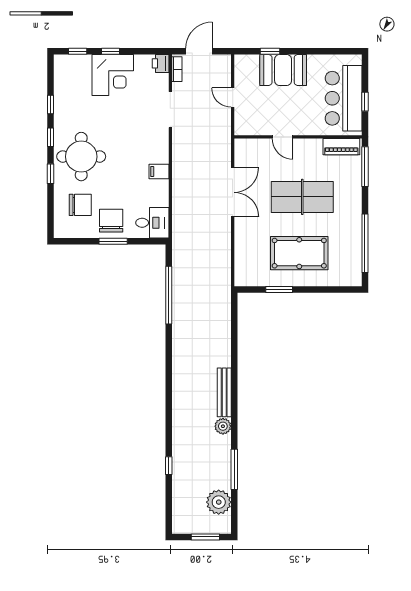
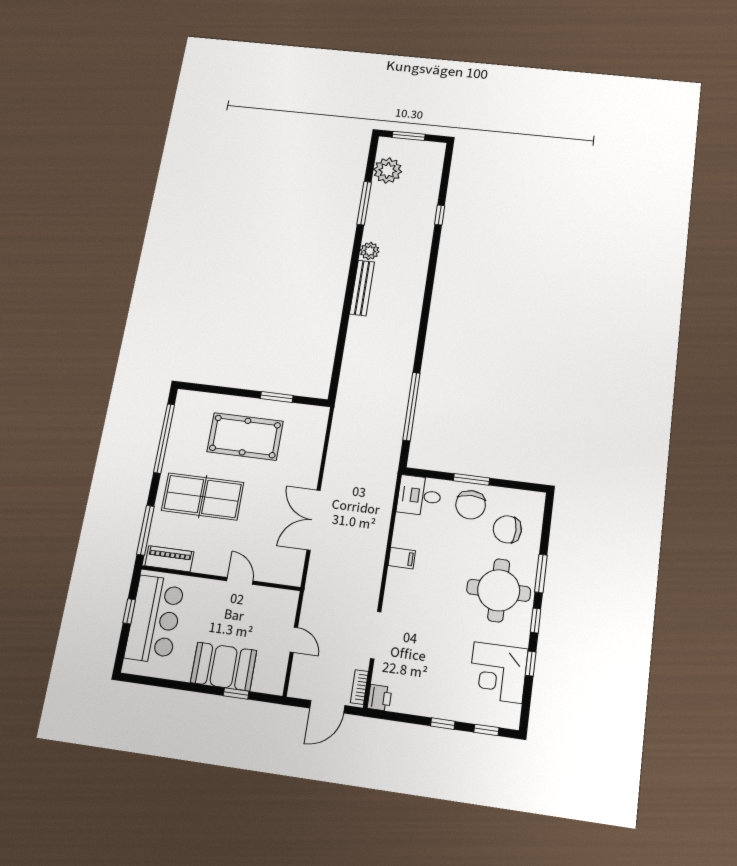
corner desk: (113, 75) -> (498, 672), moved, turned -90
window: (51, 174) -> (541, 574), width x1.50
table tennis table: (302, 197) -> (203, 496), moved

